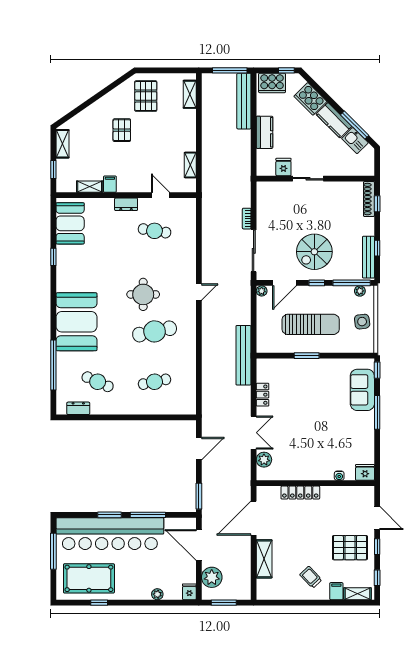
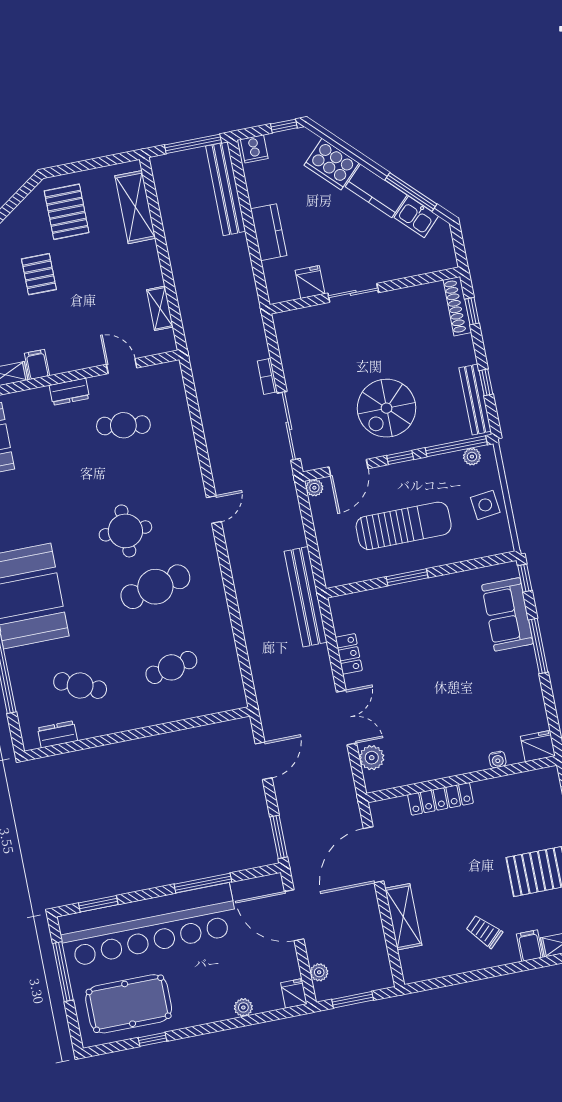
cooker: (272, 83) -> (254, 149), width x0.53, depth x0.76
shelving: (190, 94) -> (135, 207), width x1.50, depth x1.33
window: (110, 515) -> (98, 904), moved
plant: (212, 577) -> (319, 972), width x0.53, depth x0.53

